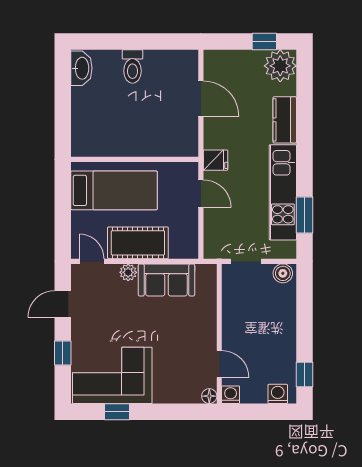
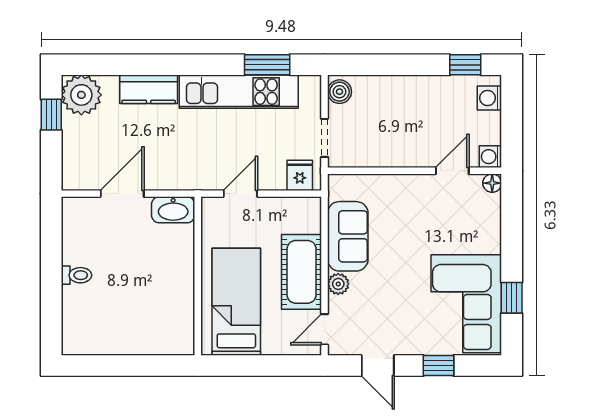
toilet: (132, 66) -> (76, 275), width x0.73, depth x0.72
washbasin: (81, 68) -> (173, 210), moved, turned 180
fridge: (216, 160) -> (300, 175), moved

